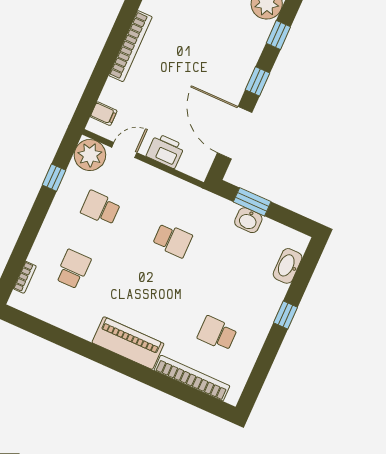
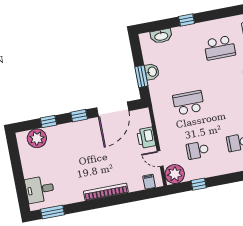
school desk: (100, 208) -> (198, 150), turned 90
school desk: (172, 240) -> (189, 103), width x1.85
school desk: (217, 333) -> (220, 48), width x1.85

